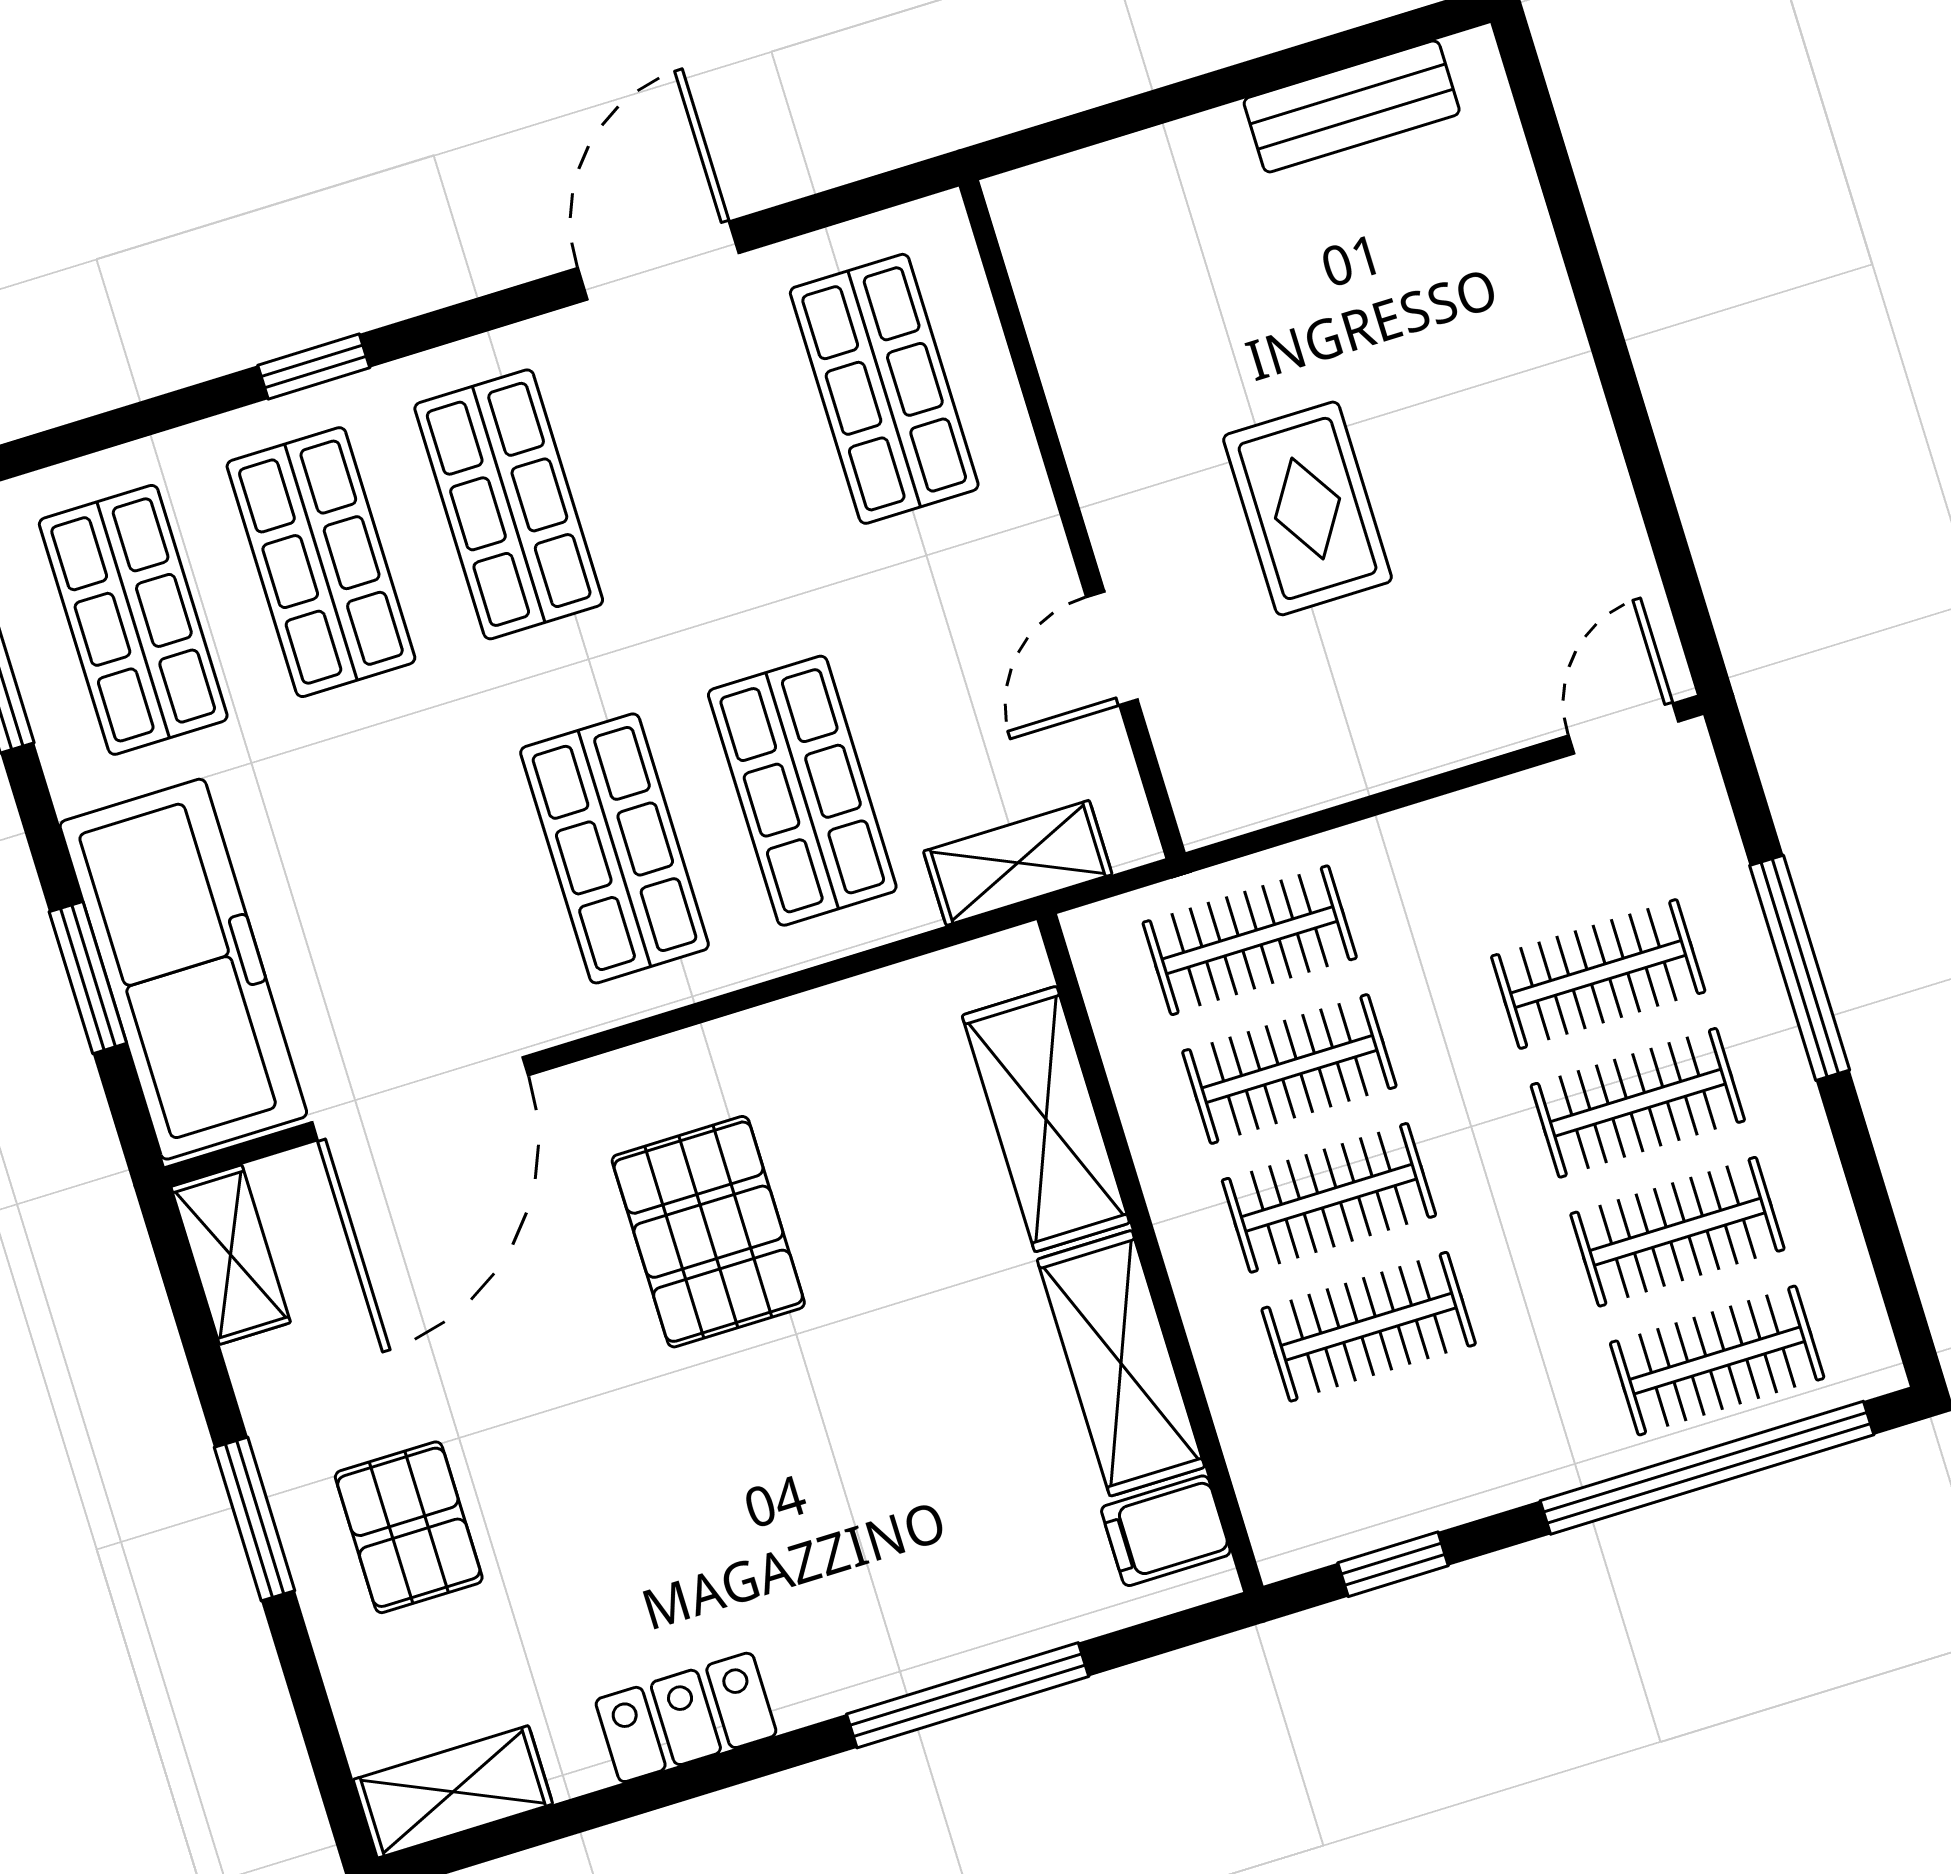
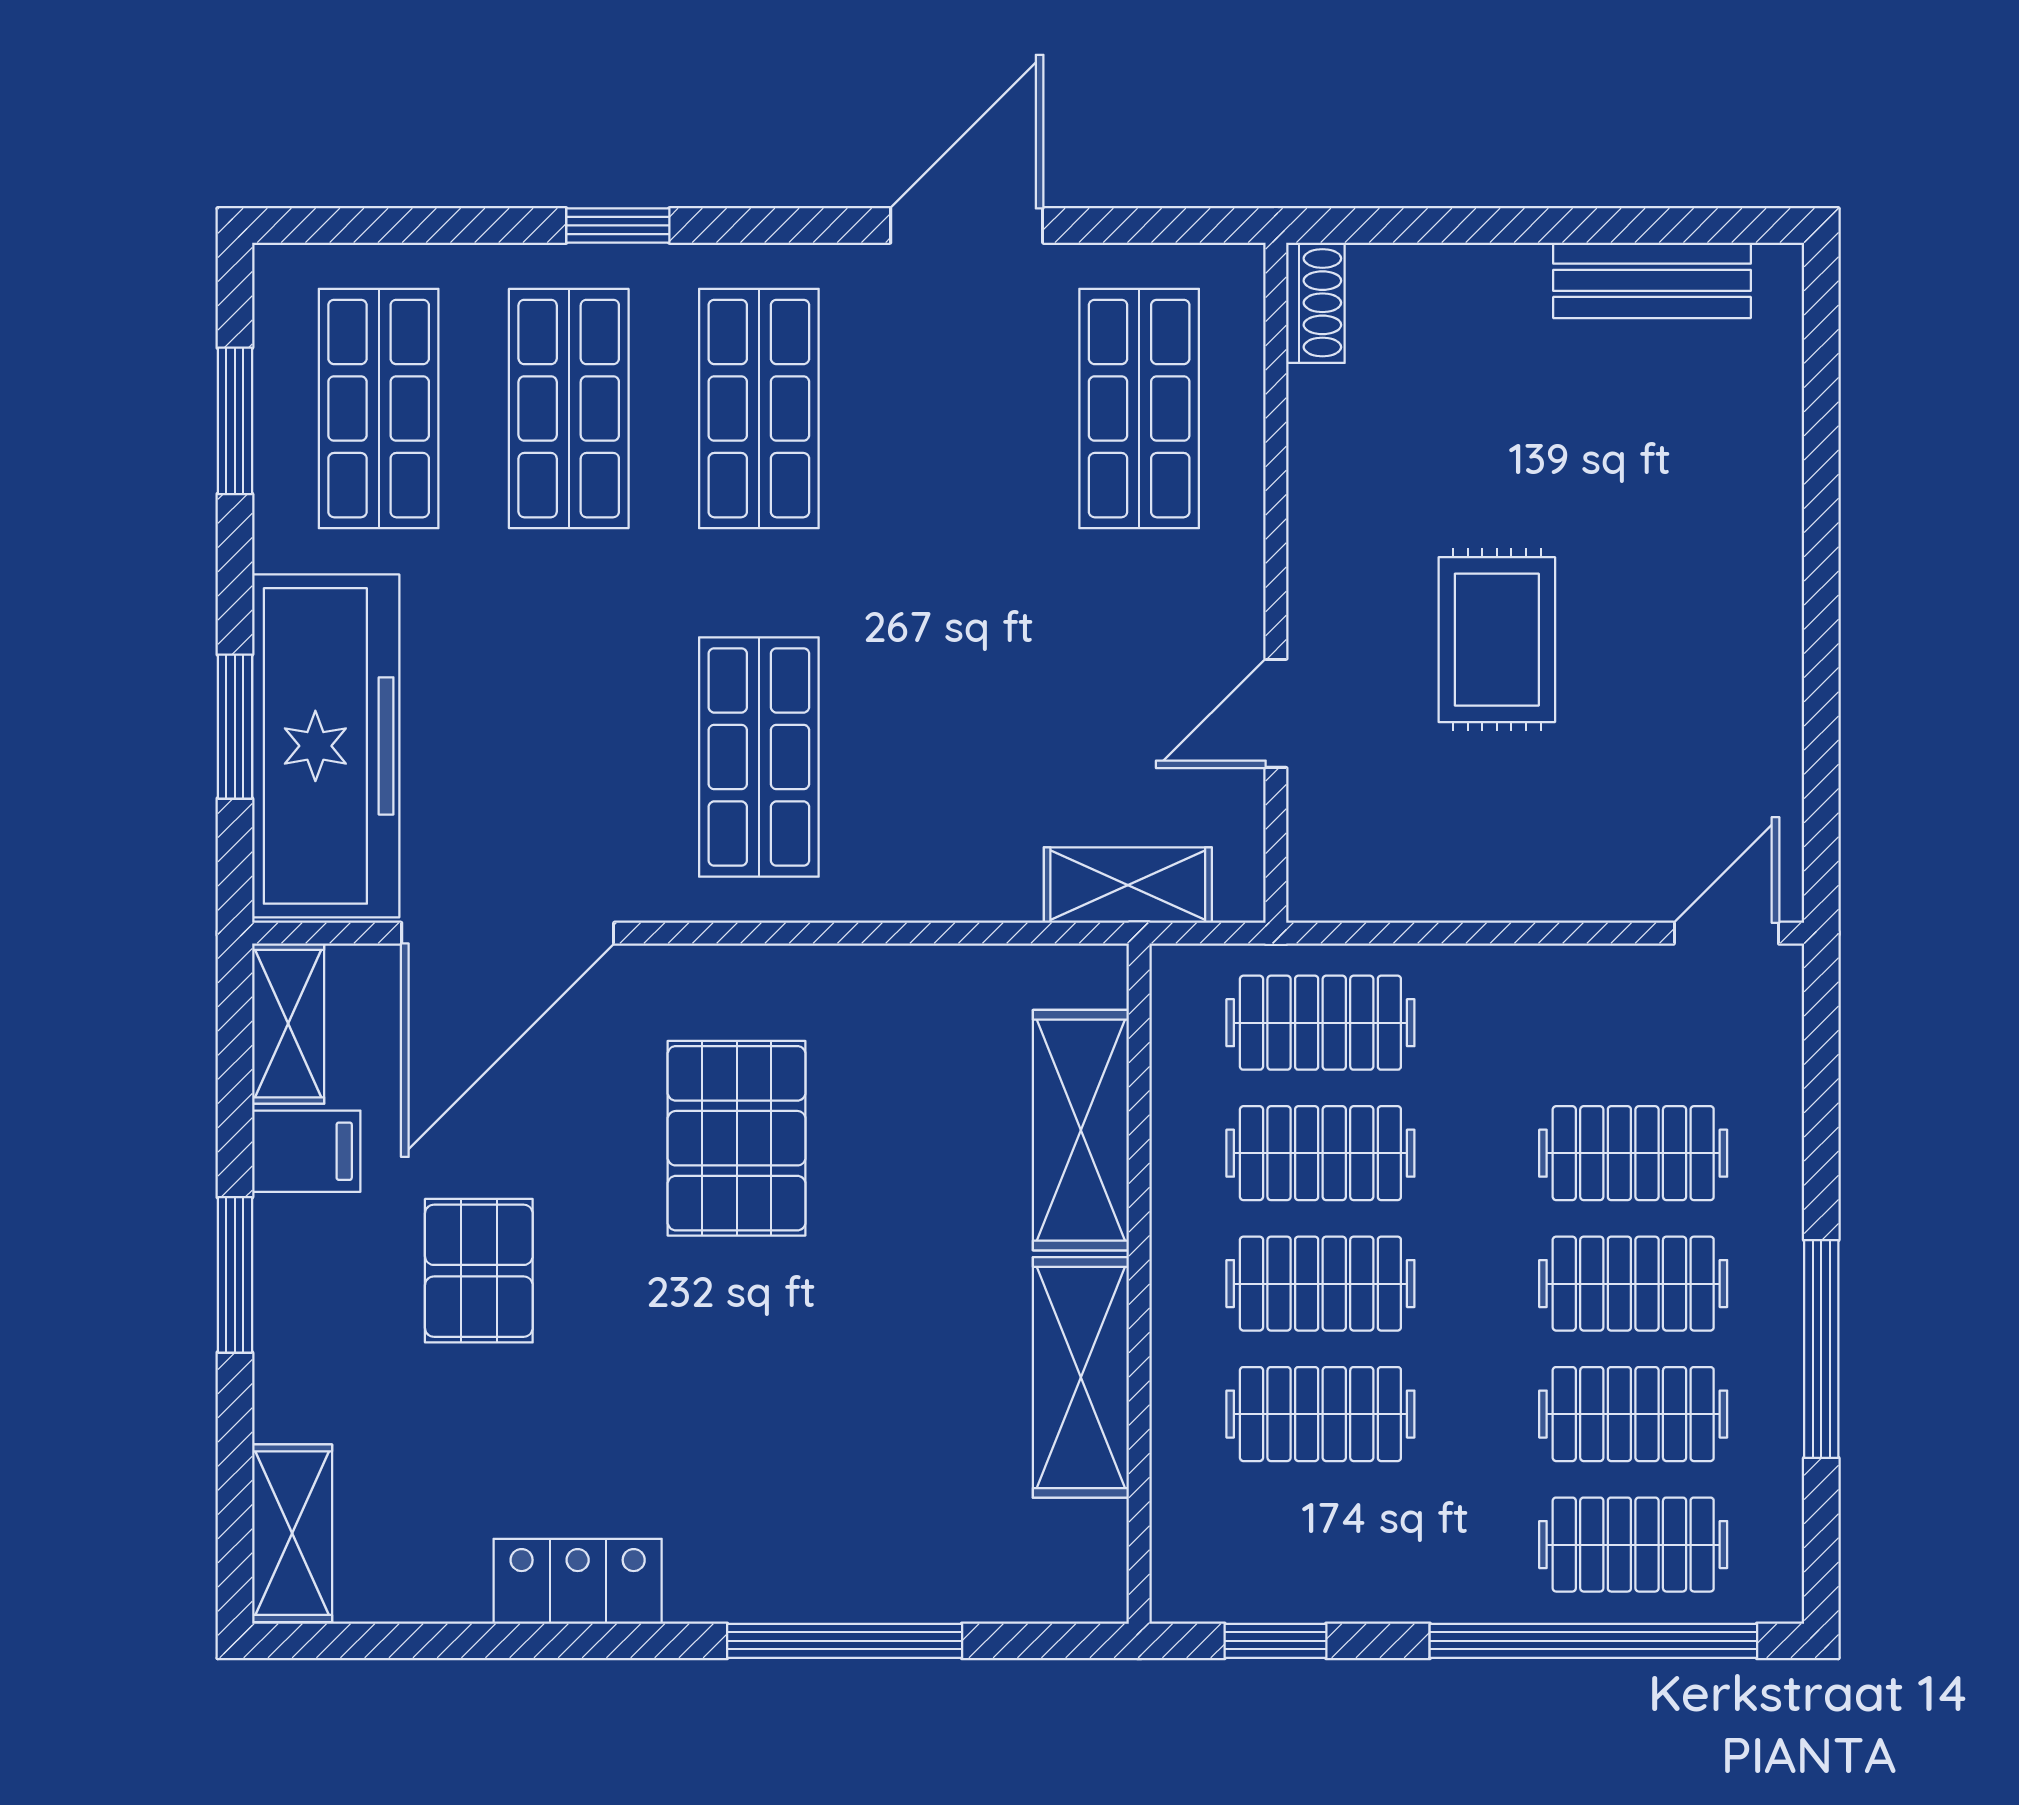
shoe rack: (1026, 231) -> (1315, 303), added
shop shelf: (802, 791) -> (949, 757), removed
window: (1800, 968) -> (1821, 1349), moved
pallet: (409, 1527) -> (479, 1271), moved
filing cabinet: (1166, 1531) -> (306, 1151), moved, turned 180
shelving: (453, 1792) -> (292, 1533), moved, turned 90

